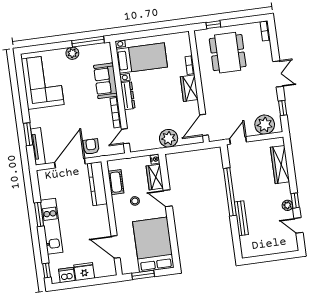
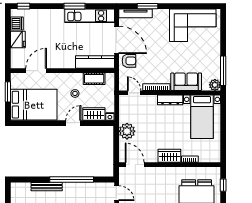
plant: (72, 53) -> (215, 85), moved
kitchen unit: (52, 226) -> (90, 16), moved

